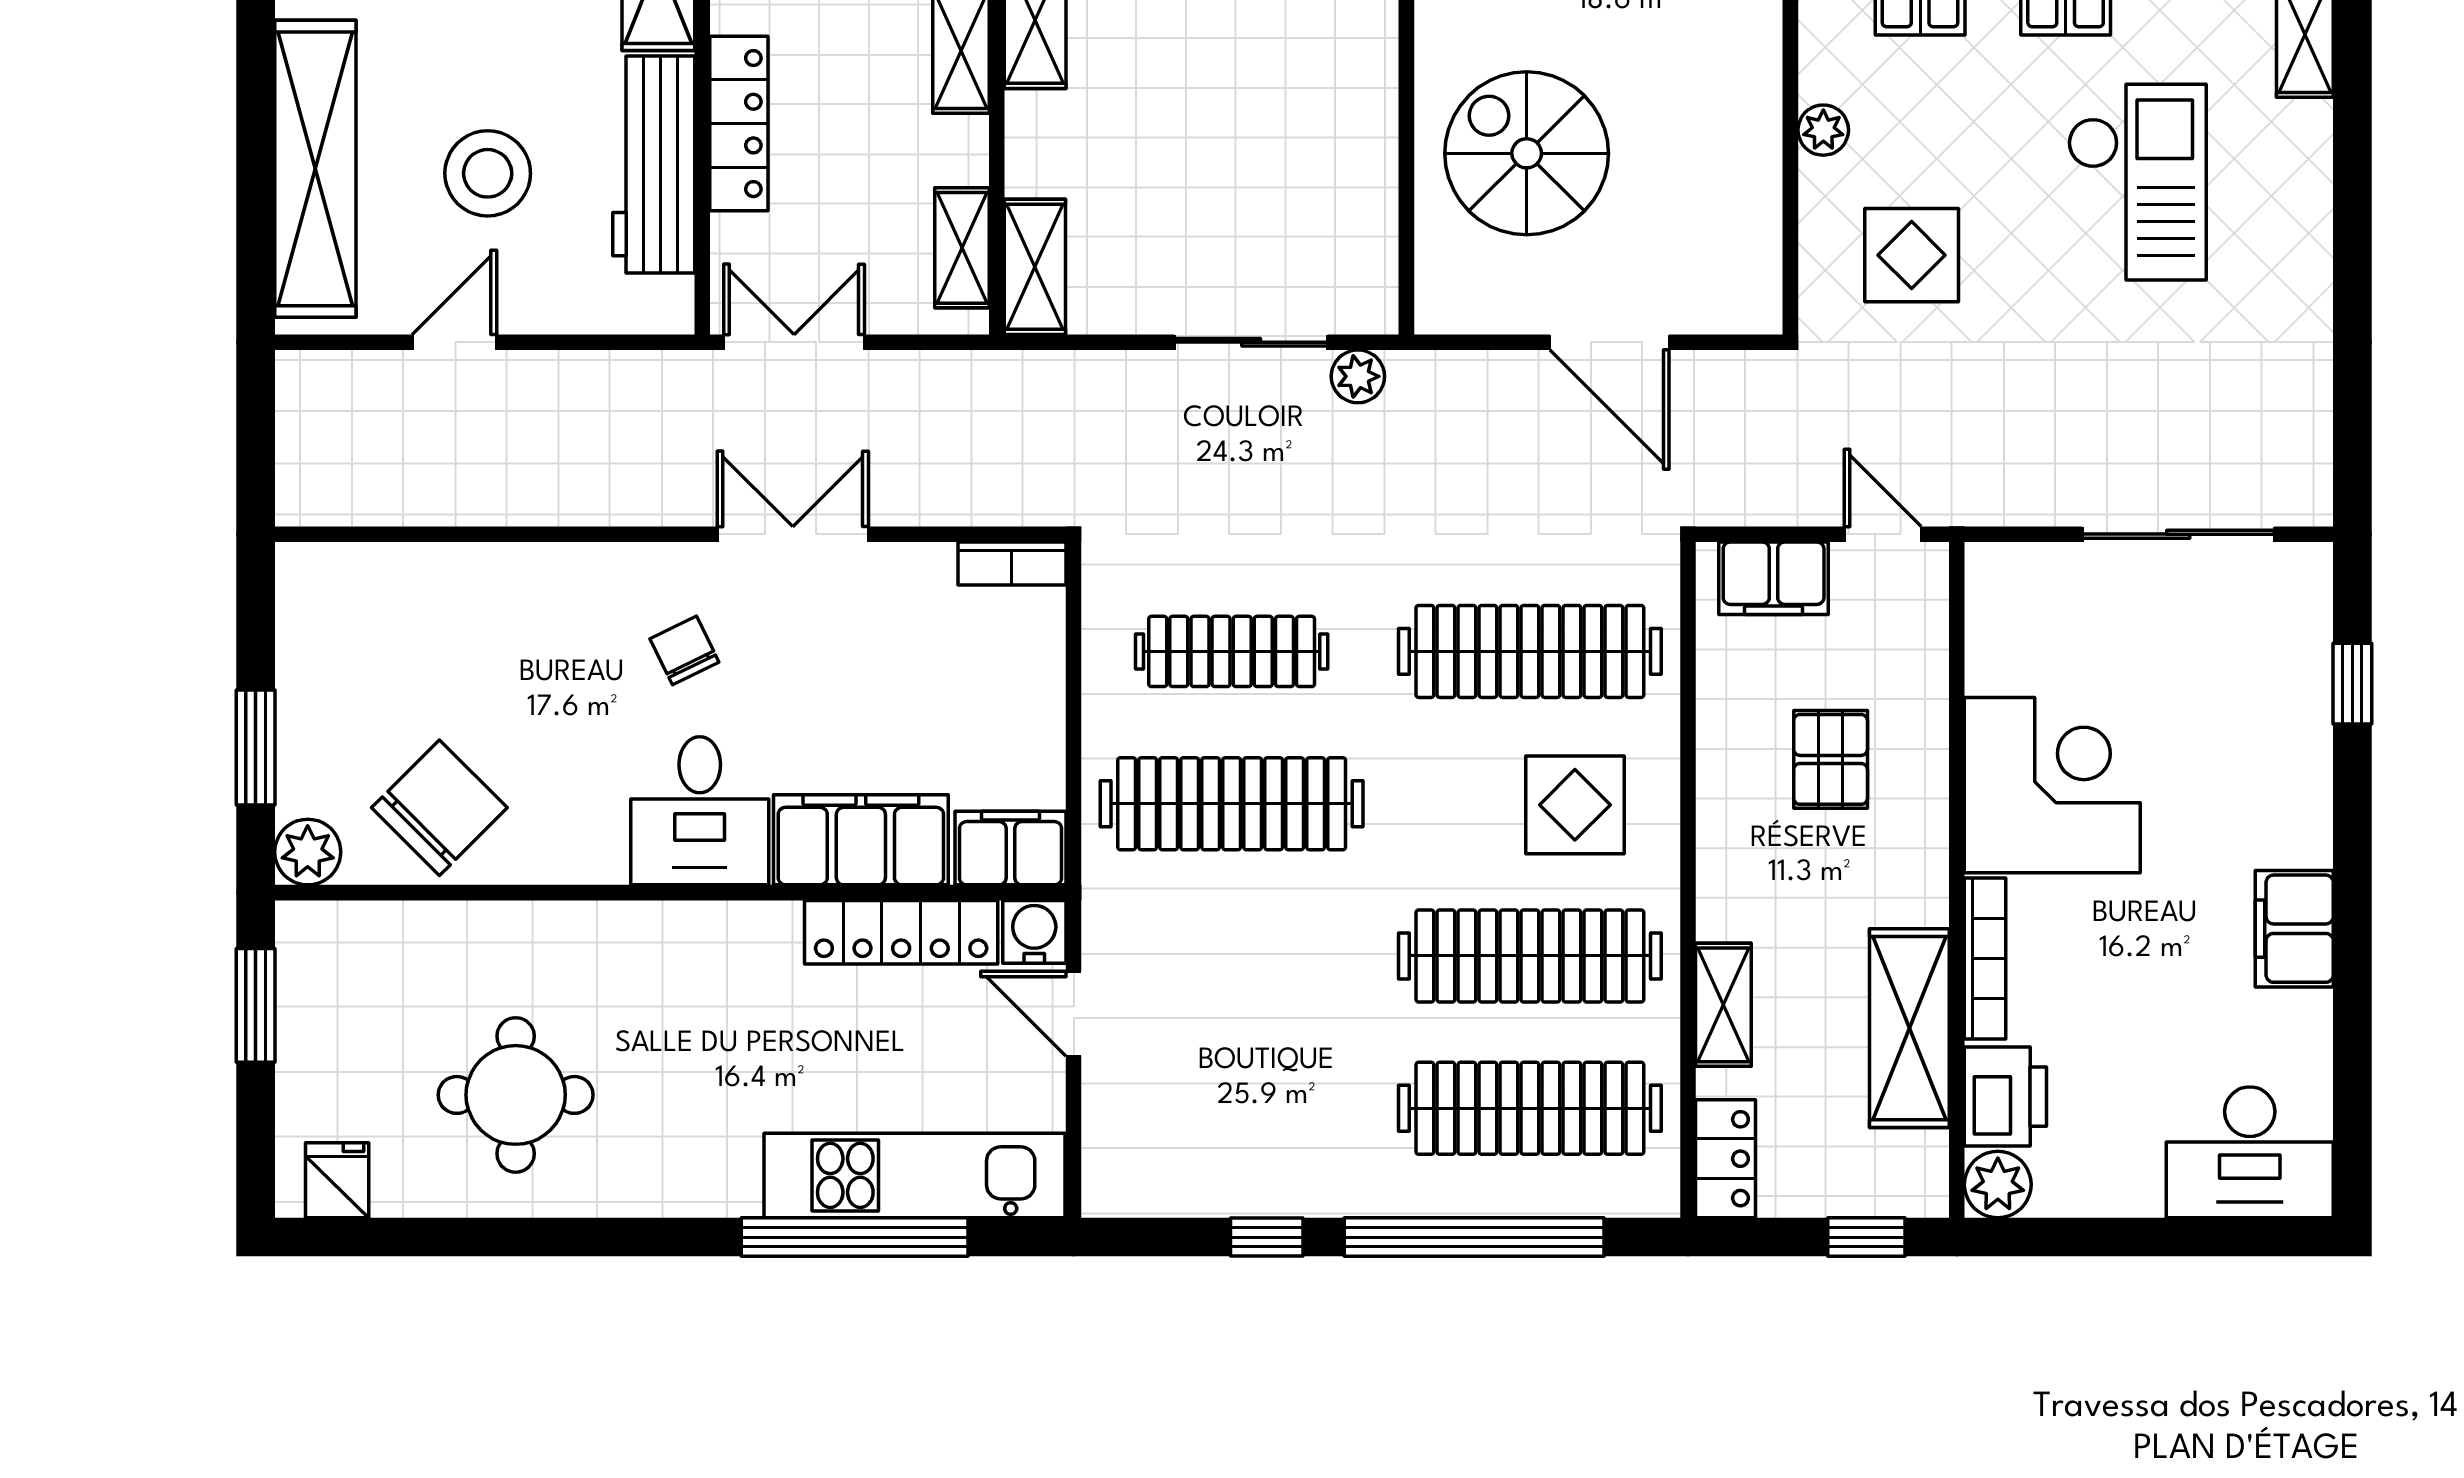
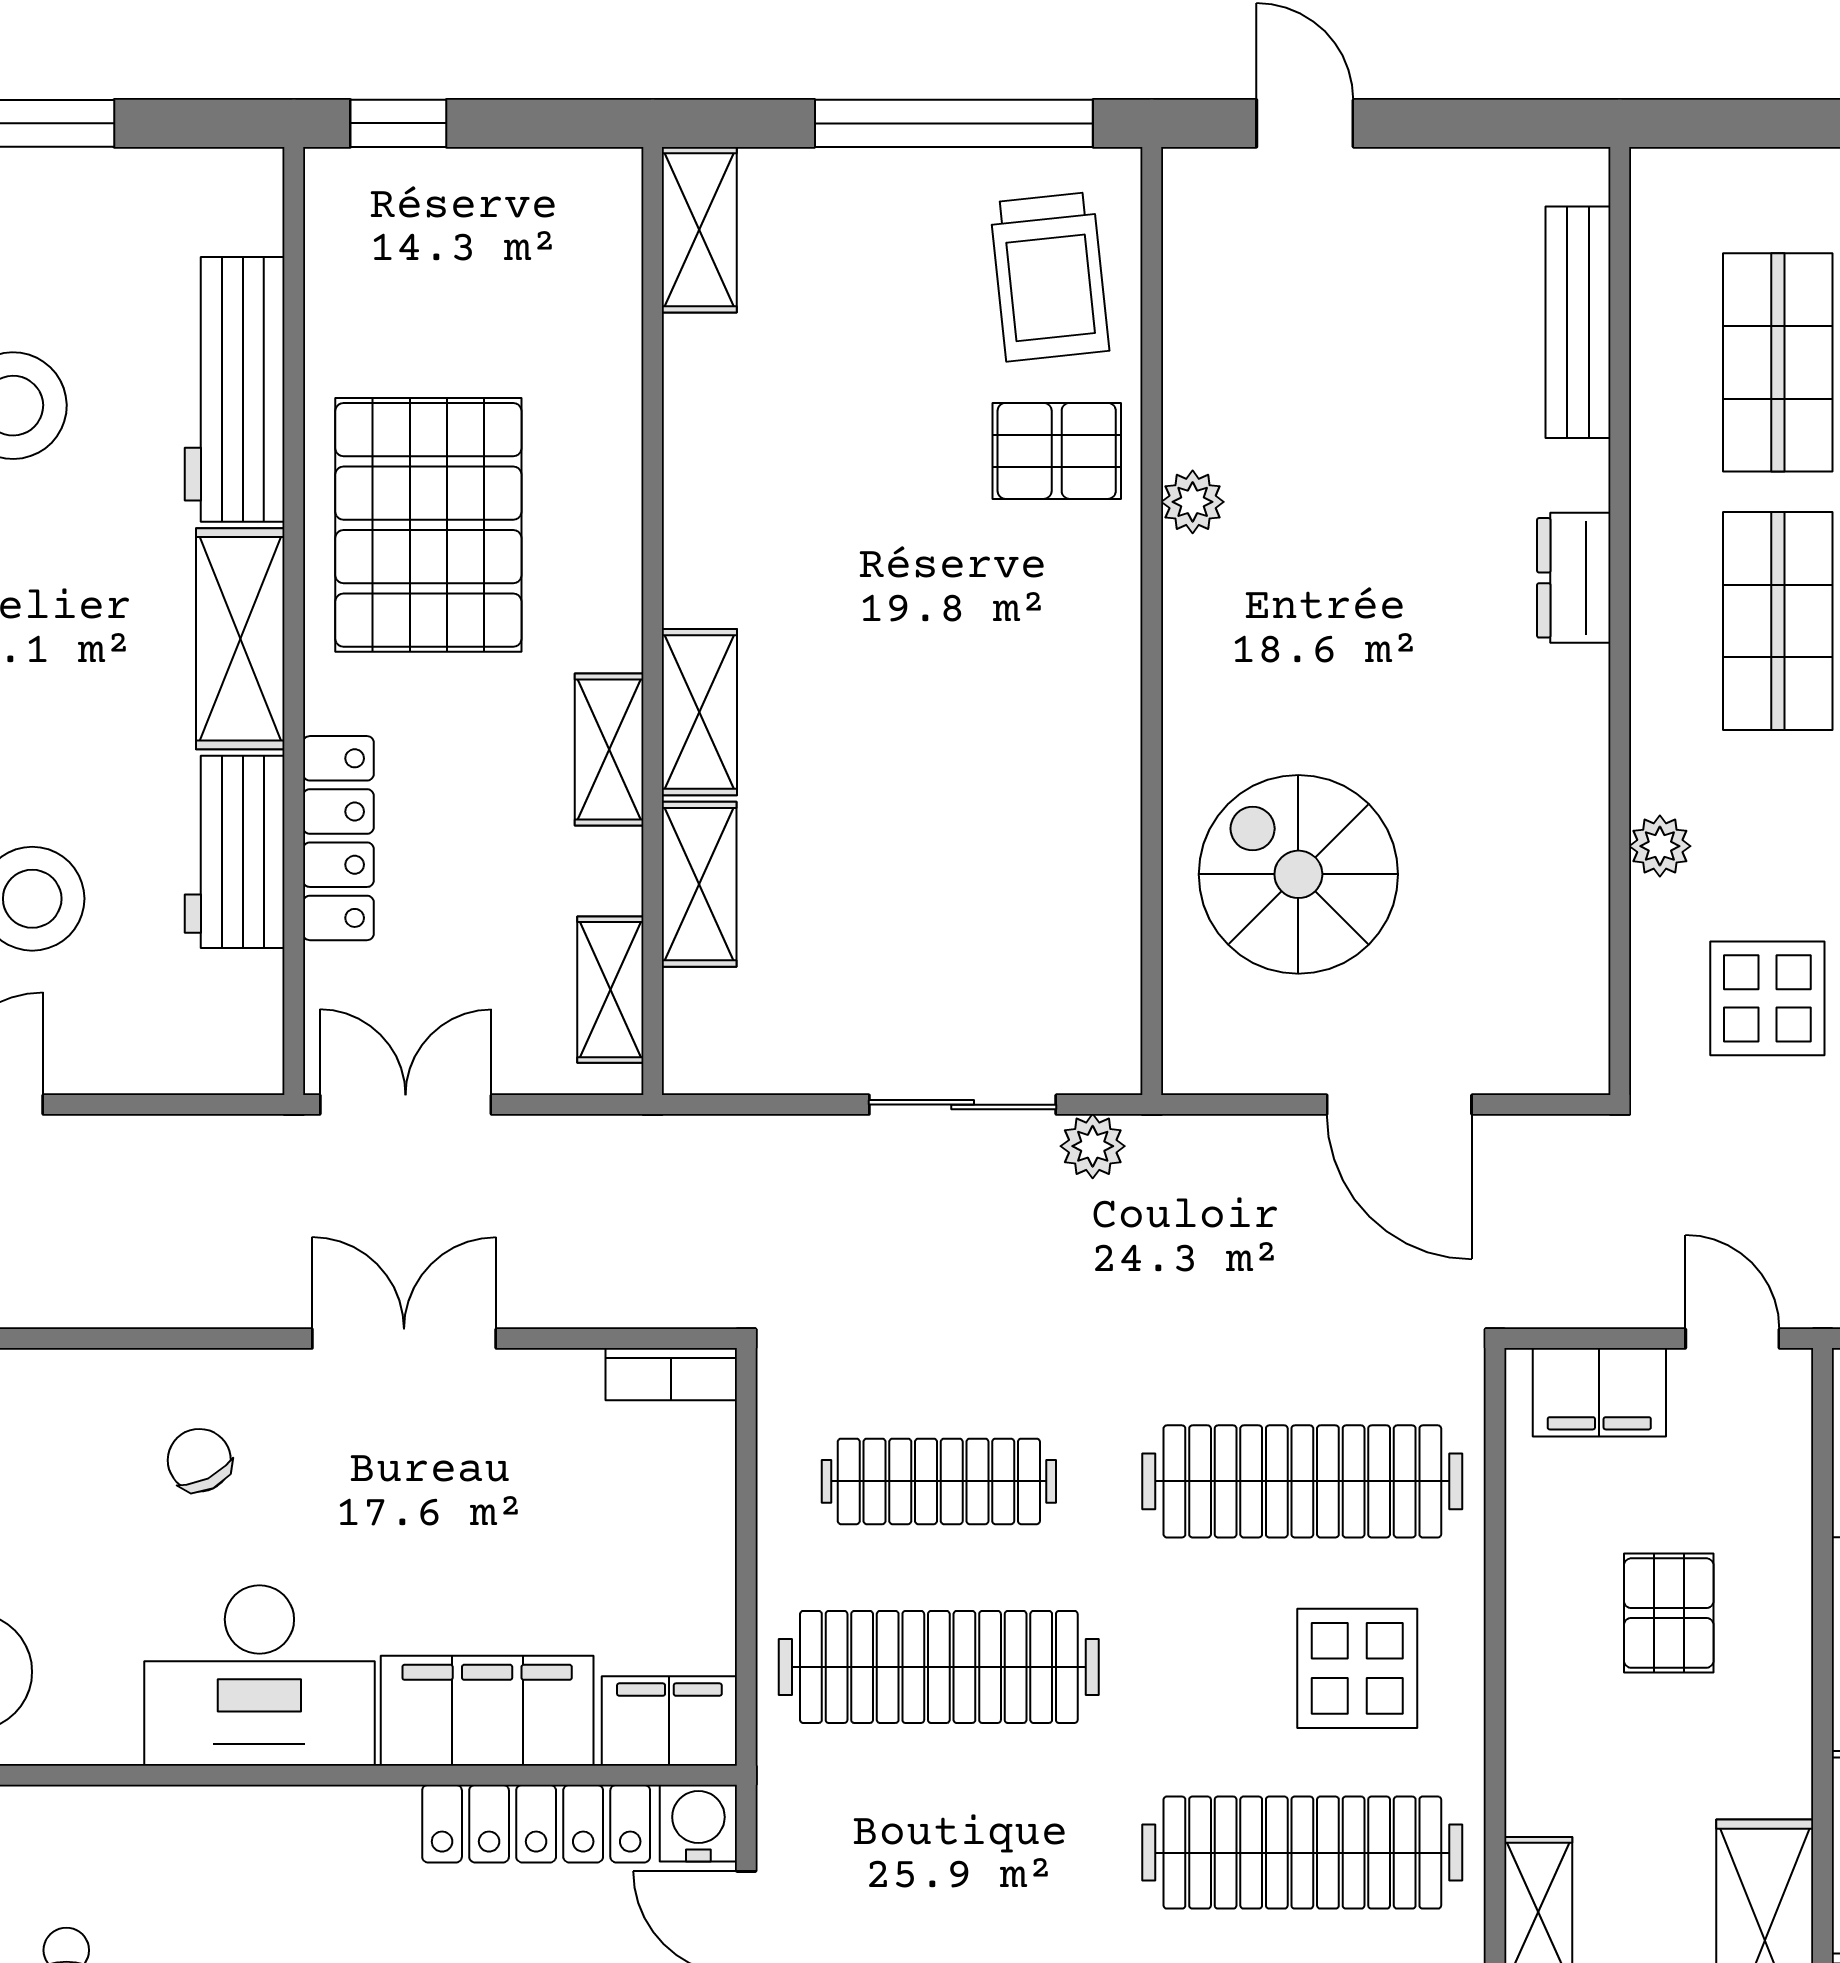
workbench: (654, 164) -> (235, 852), width x0.73
shelving: (1035, 267) -> (699, 884), moved
chair: (684, 650) -> (199, 1460), moved
desk: (700, 811) -> (259, 1676), width x1.37

